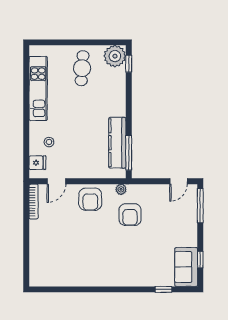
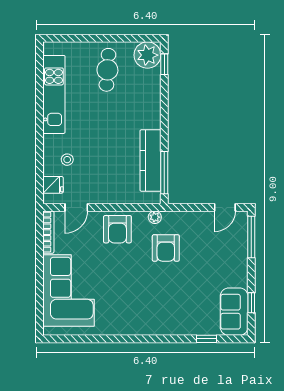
corner sofa: (50, 250) -> (68, 291), added

